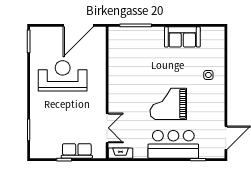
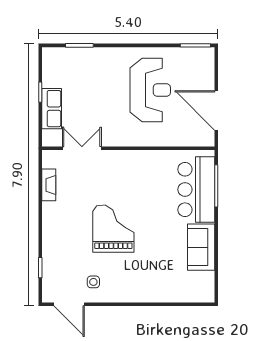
side table: (208, 75) -> (93, 282), moved
double door: (107, 128) -> (82, 148), swing flipped
bar counter: (173, 144) -> (196, 189), moved, turned 180
fireplace: (121, 153) -> (49, 185), moved

